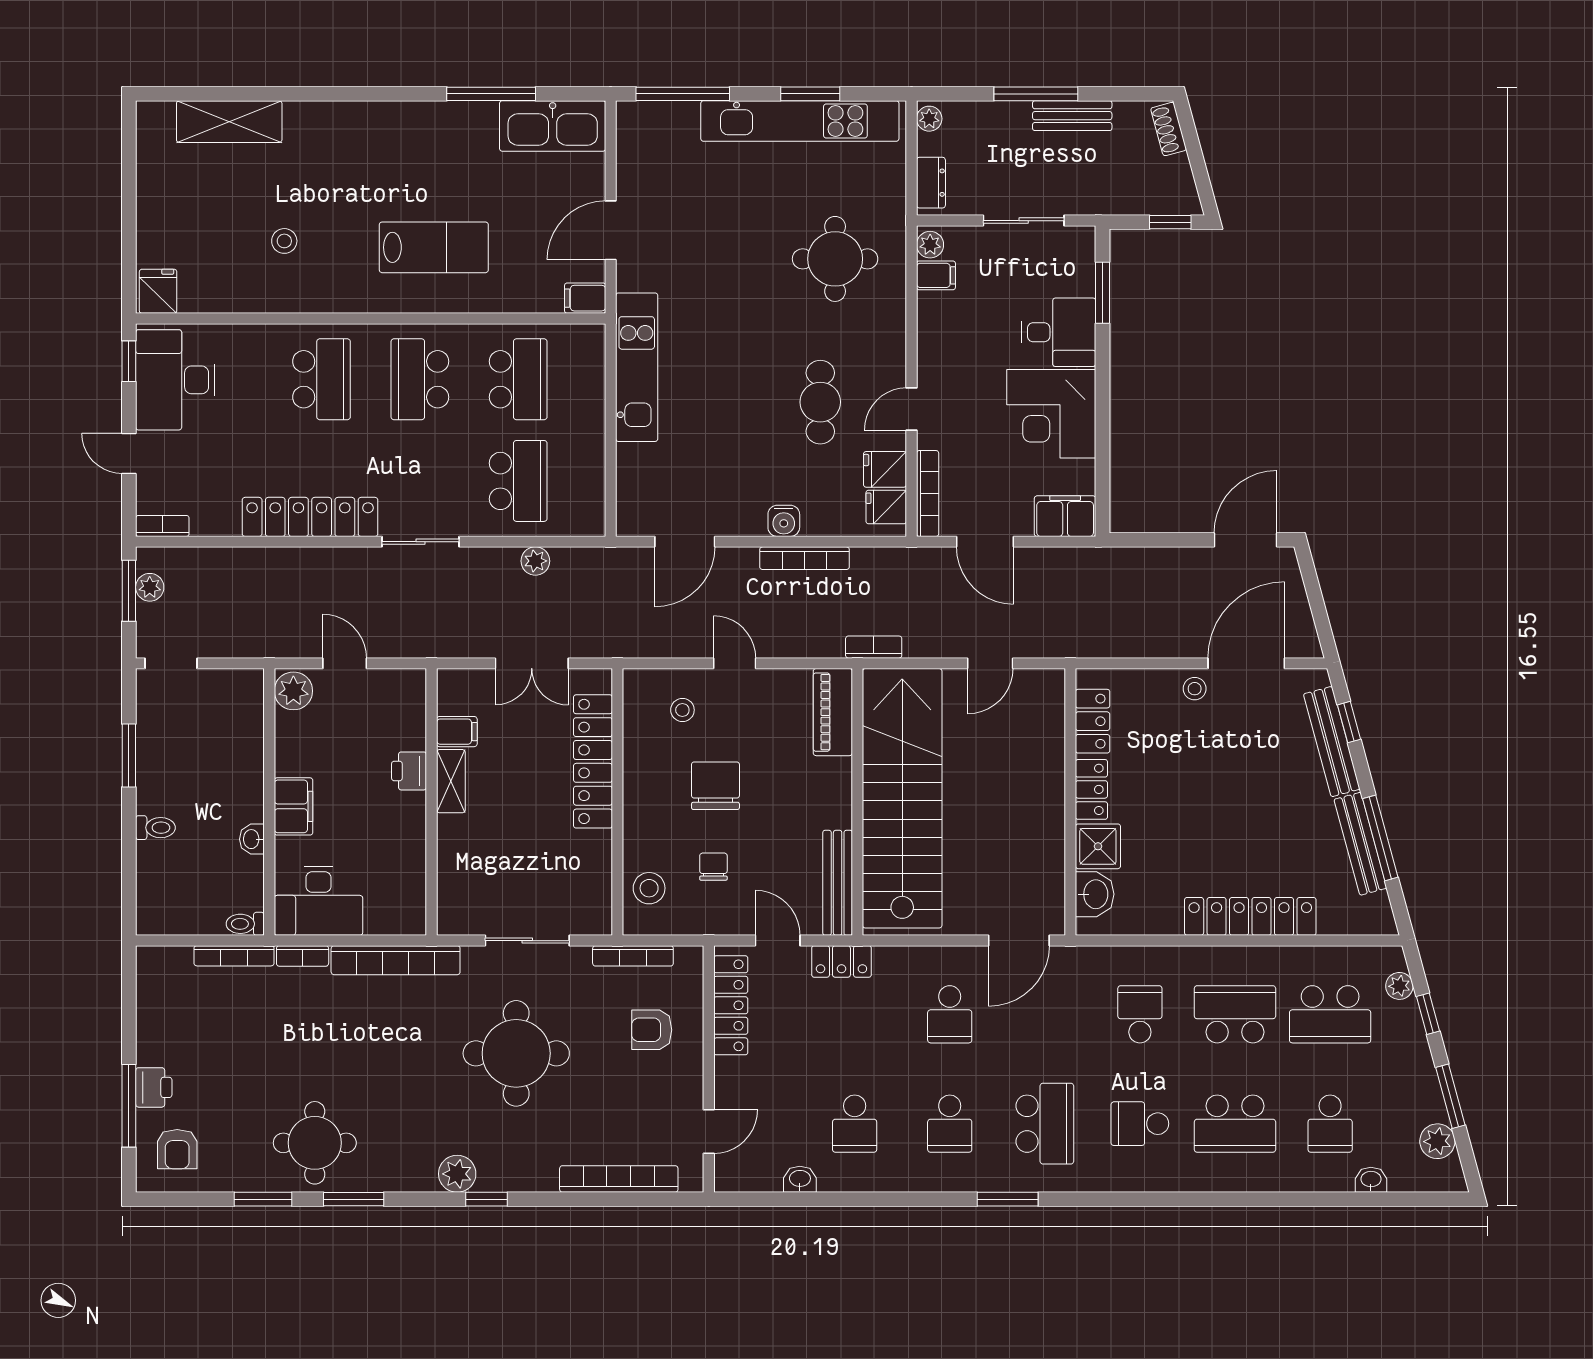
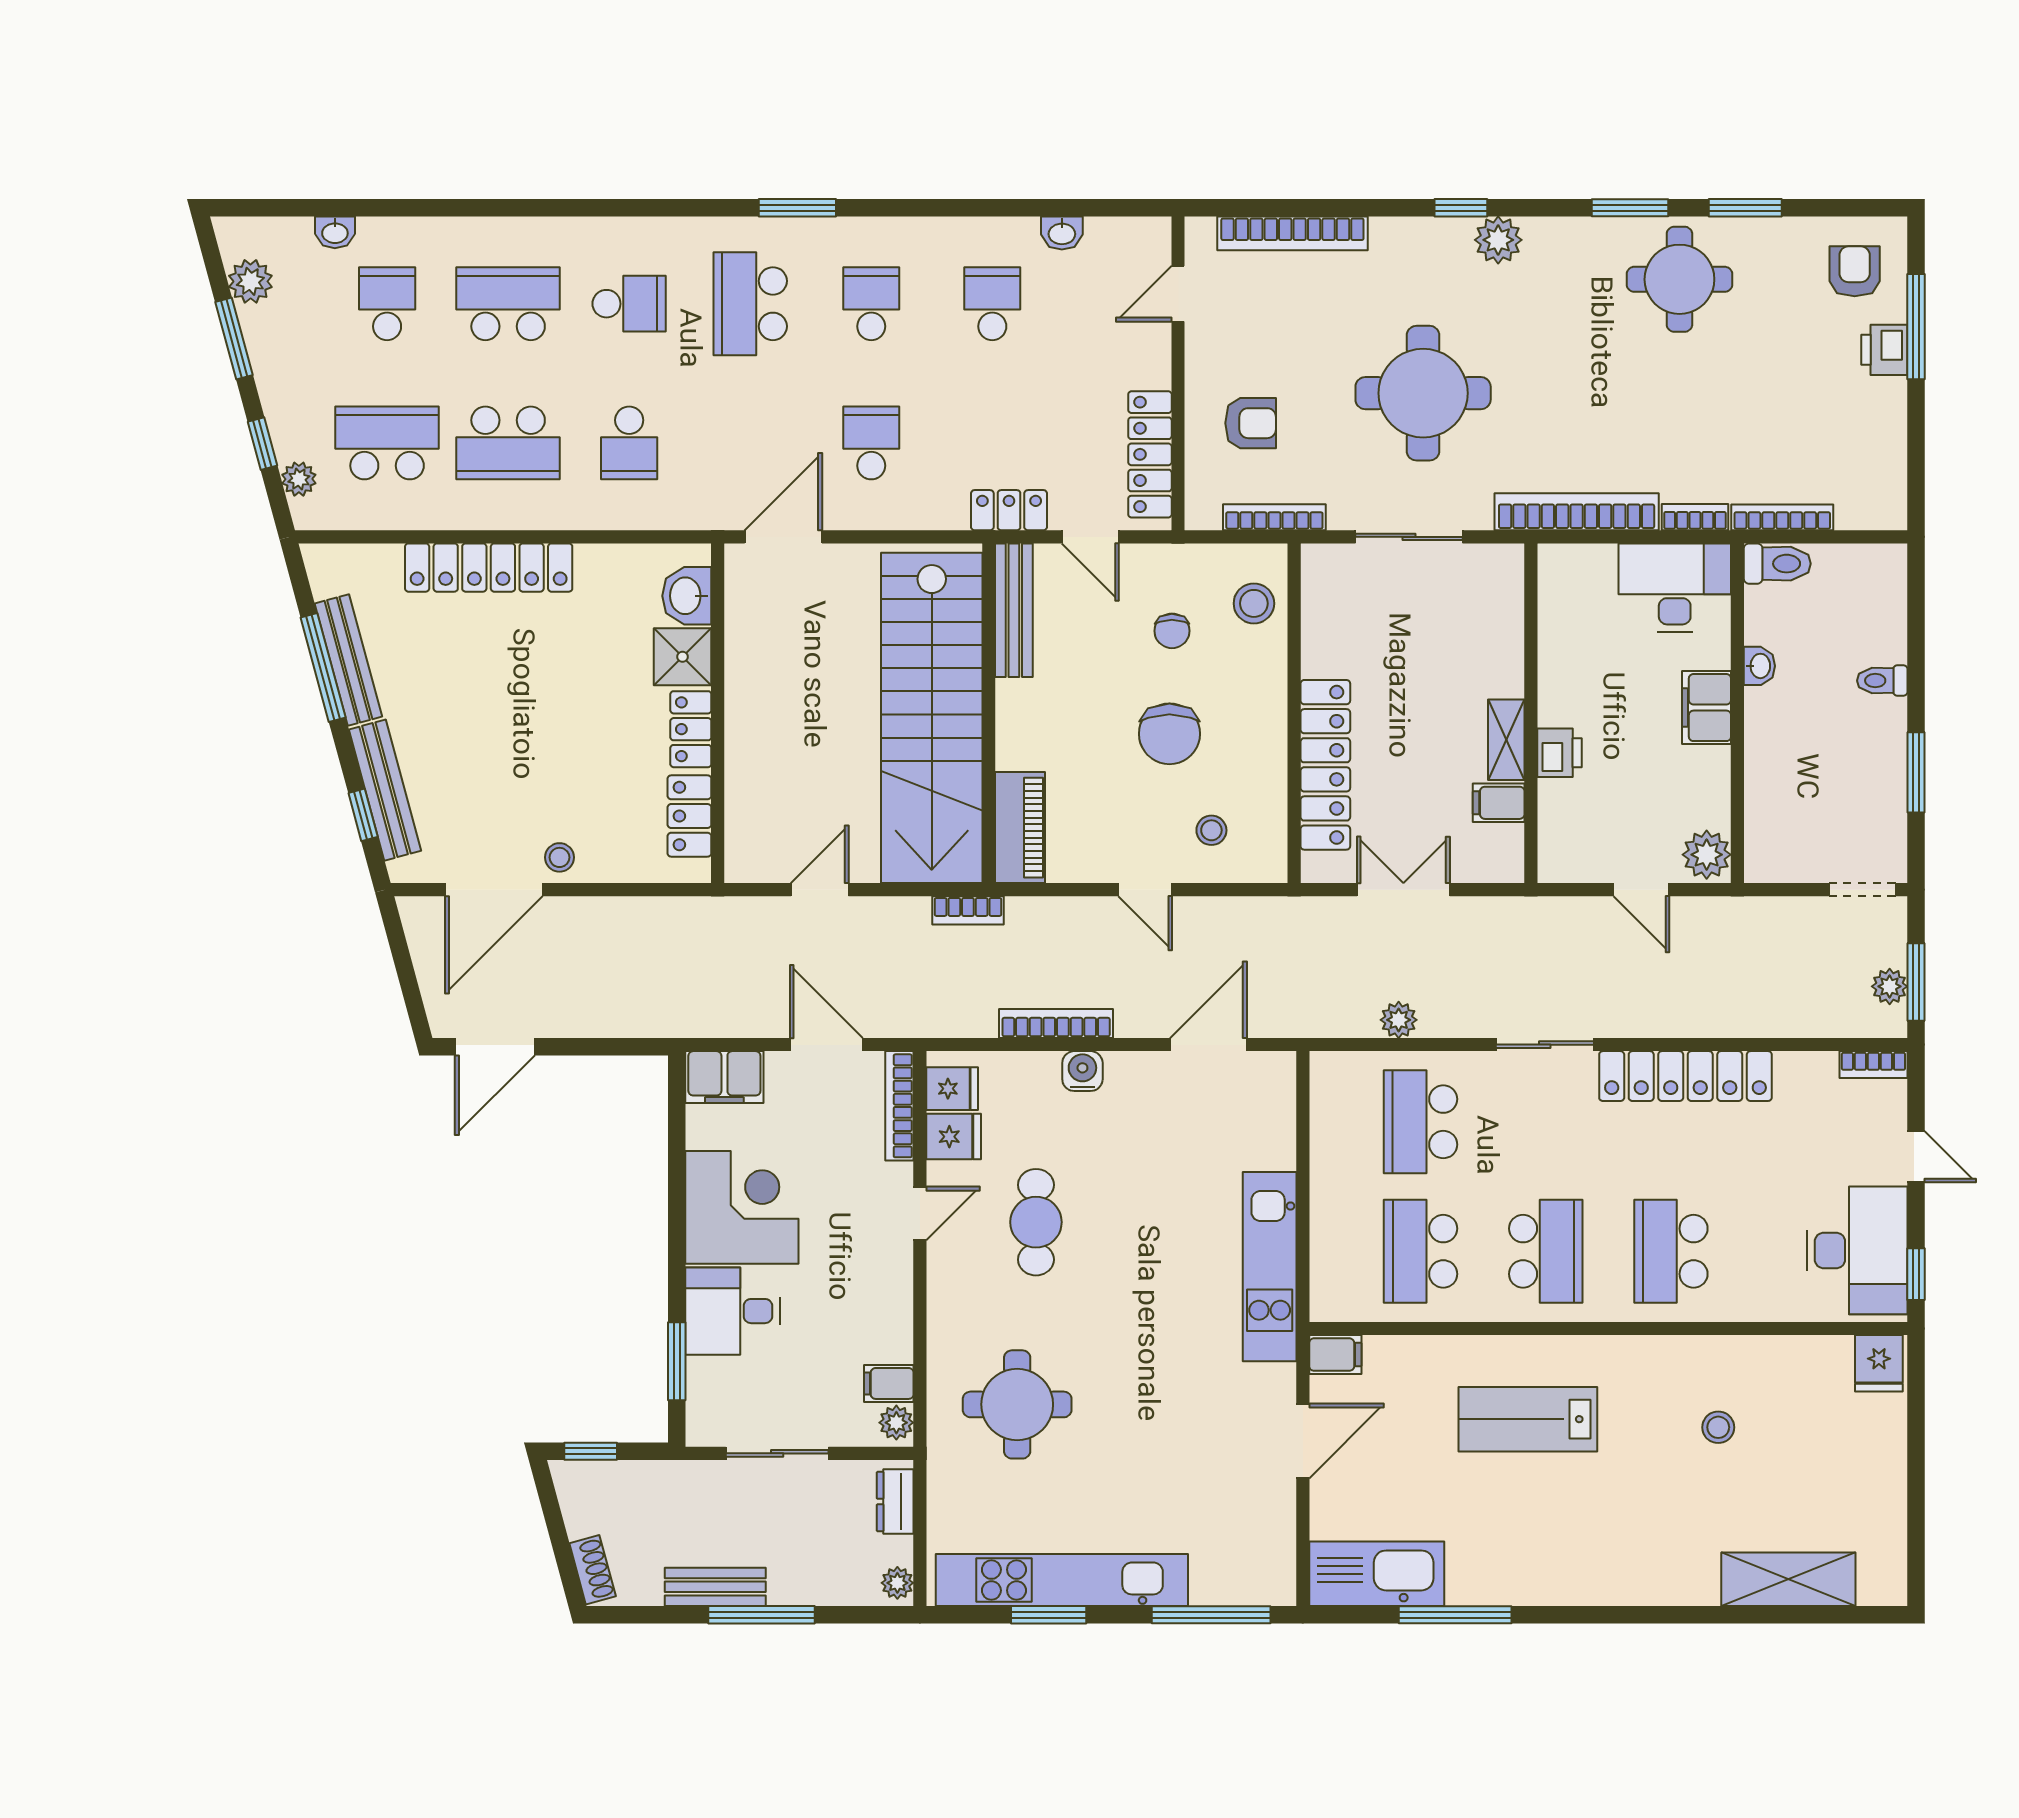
toilet: (245, 924) -> (1777, 564), width x1.37, depth x1.39

